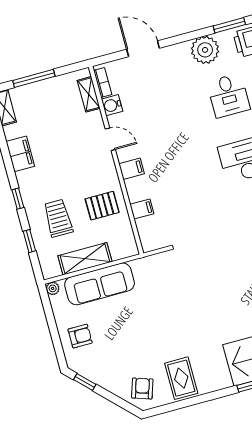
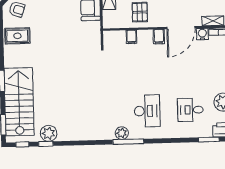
door: (110, 139) -> (181, 28), width x1.87

